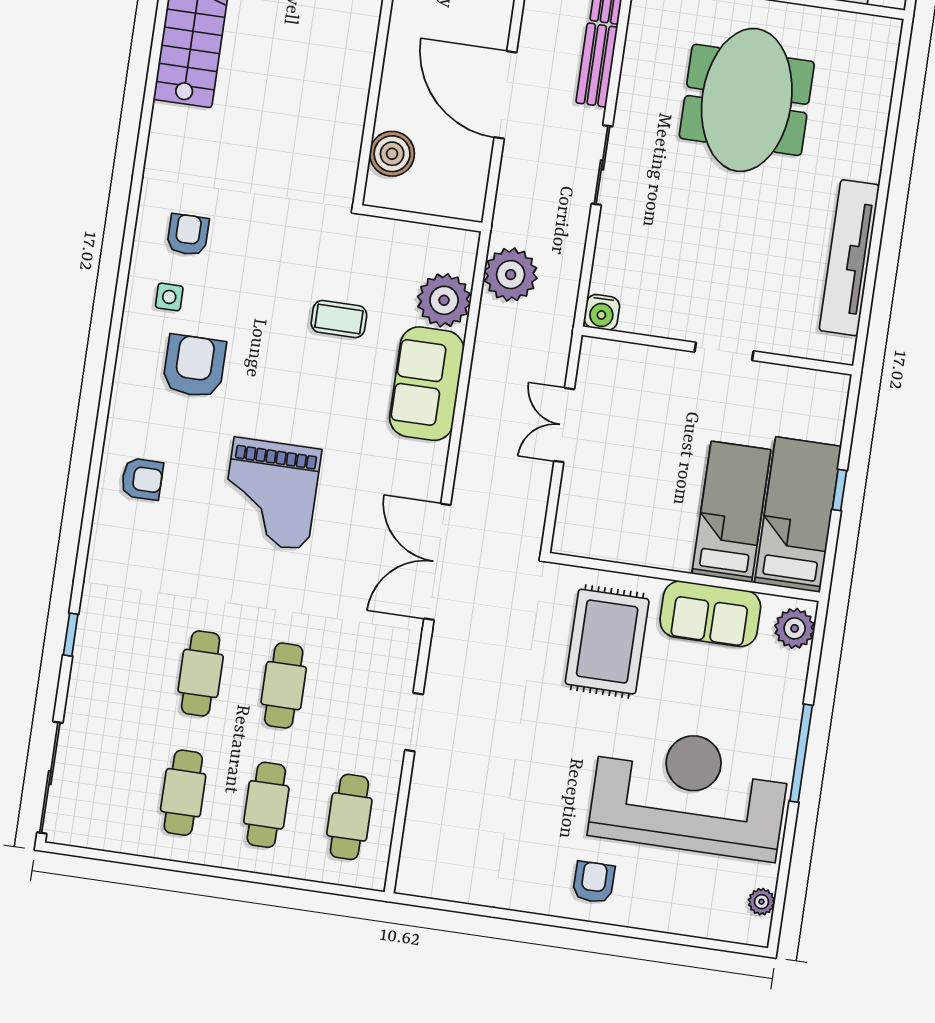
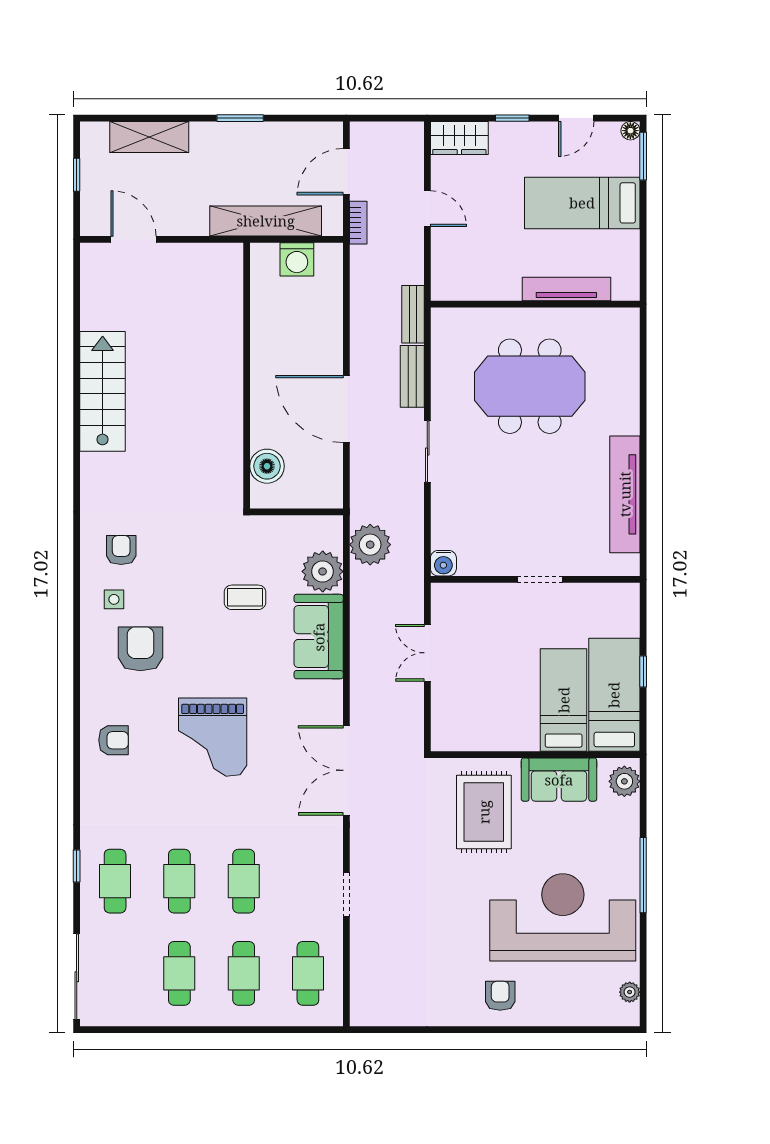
meeting table: (747, 100) -> (530, 386), turned 90
cafe table: (118, 661) -> (115, 881), added

